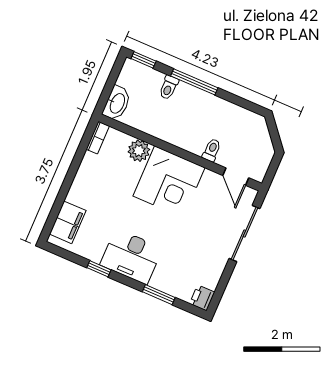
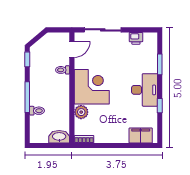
window: (144, 60) -> (27, 59), moved
printer: (202, 298) -> (136, 38), moved

